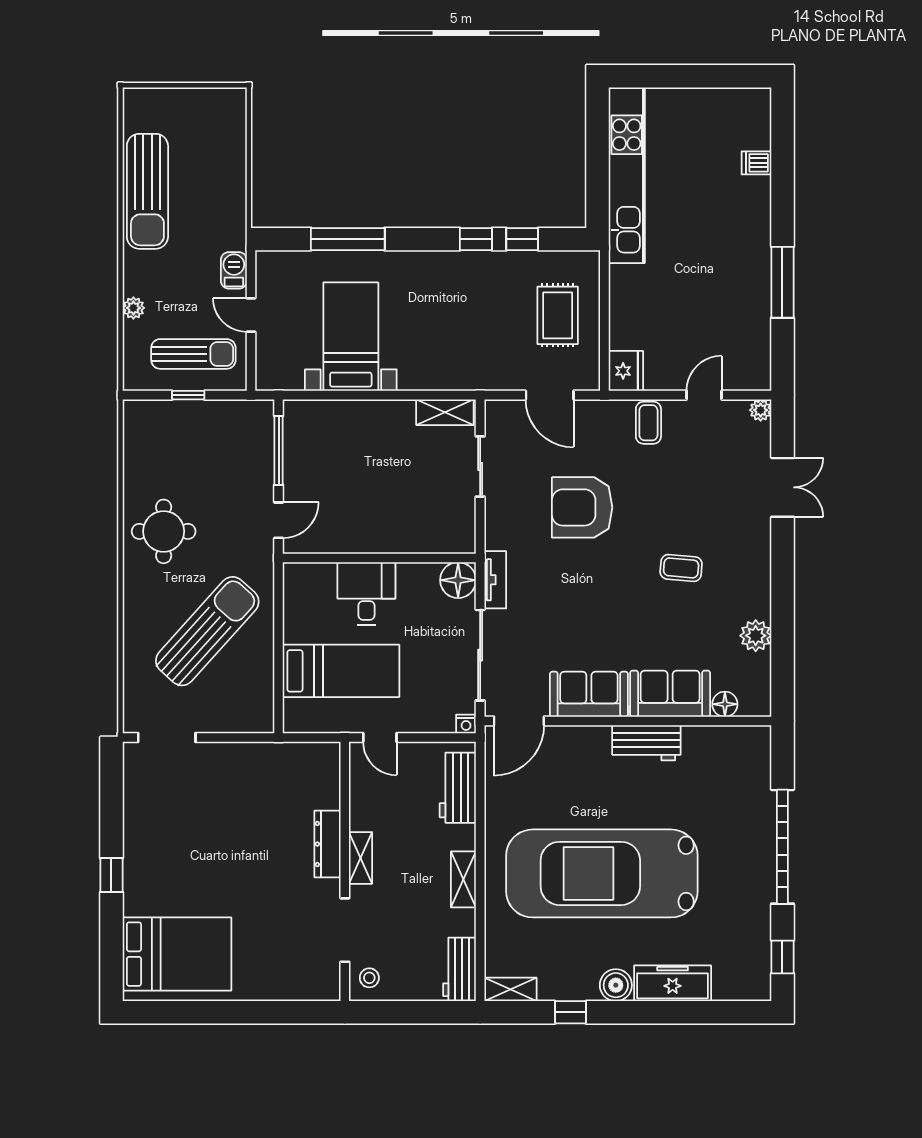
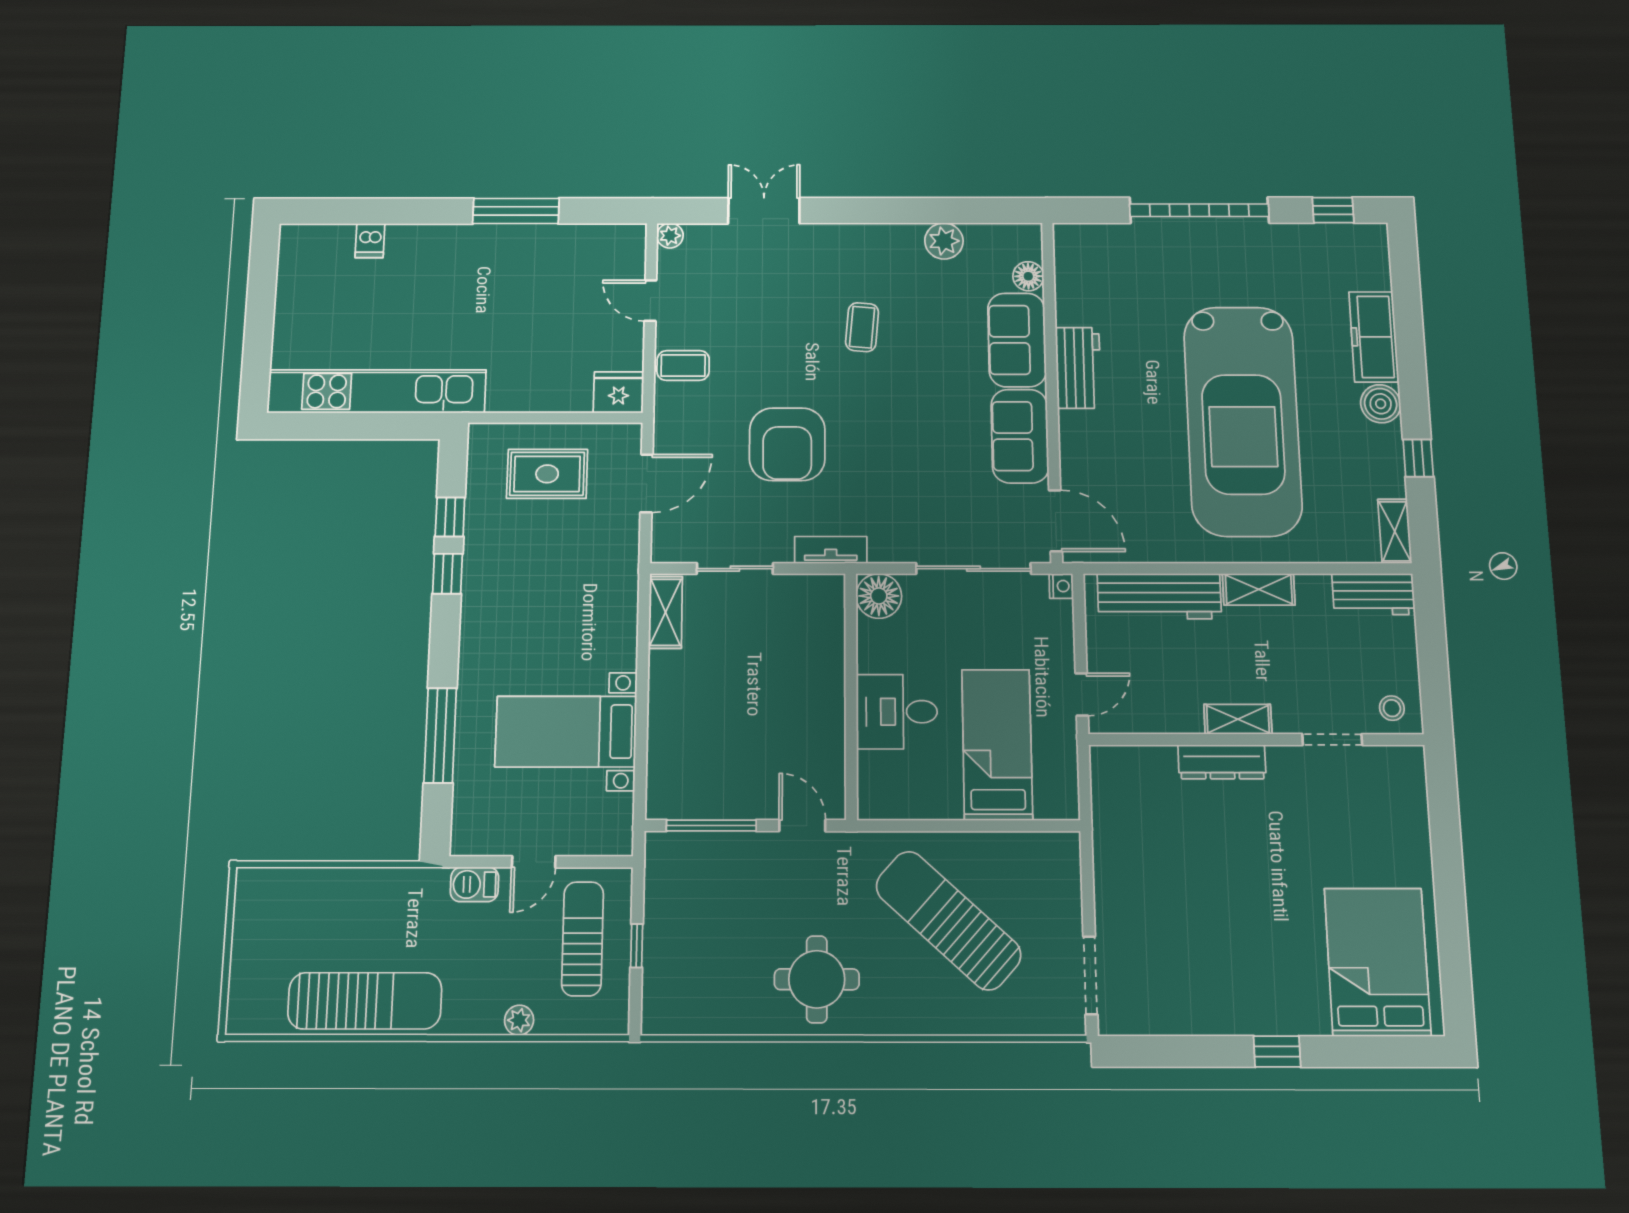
tv unit: (495, 580) -> (831, 550), moved
workbench: (458, 788) -> (1159, 596), width x1.37
doorway: (345, 930) -> (1332, 740), width x0.73

